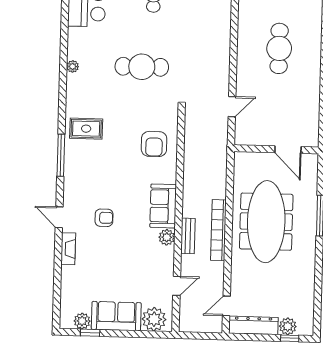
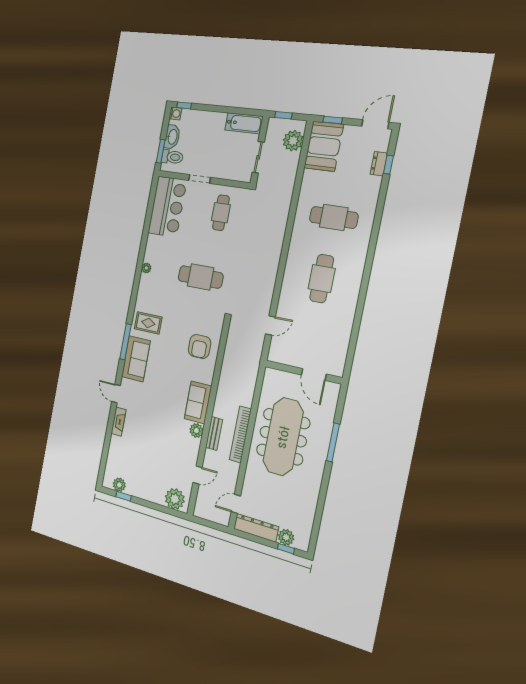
armchair: (104, 218) -> (150, 402), removed
sofa: (116, 316) -> (136, 359), moved, turned 90

